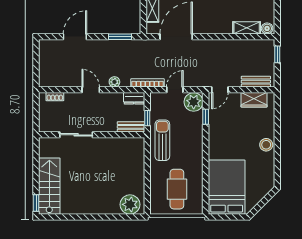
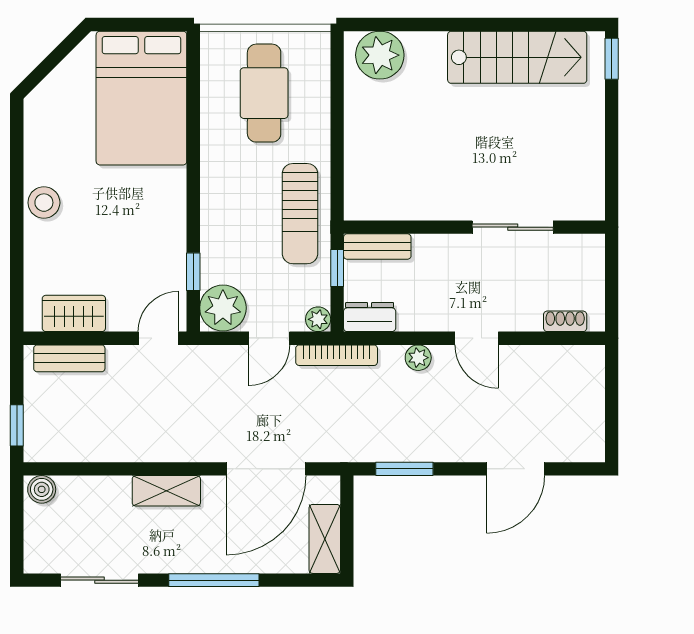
shelving: (247, 28) -> (166, 491), moved
plant: (155, 97) -> (318, 319), added
stairs: (49, 186) -> (517, 57), moved, turned -90

